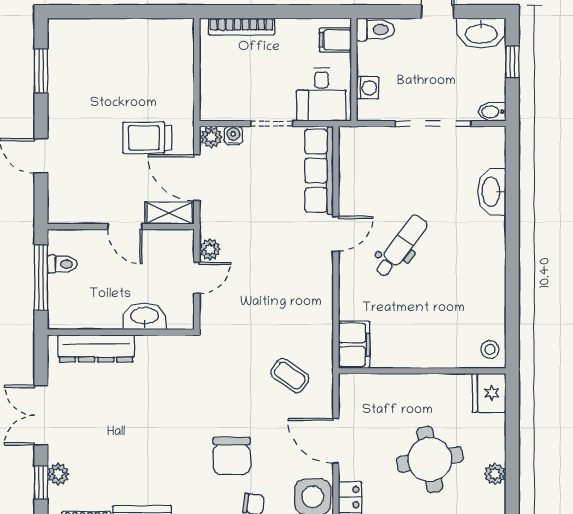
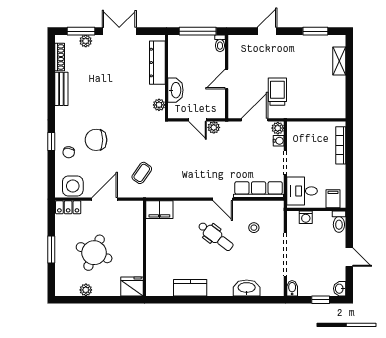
washbasin: (481, 33) -> (340, 289), width x0.52, depth x0.69
shelving: (169, 213) -> (339, 61), moved
toilet: (62, 264) -> (220, 43), moved
kitchen counter: (491, 291) -> (190, 288), added
plant: (170, 345) -> (159, 105), added
stool: (490, 349) -> (254, 228), moved
round table: (430, 459) -> (94, 253), turned 33
window: (41, 482) -> (81, 31), width x1.50

